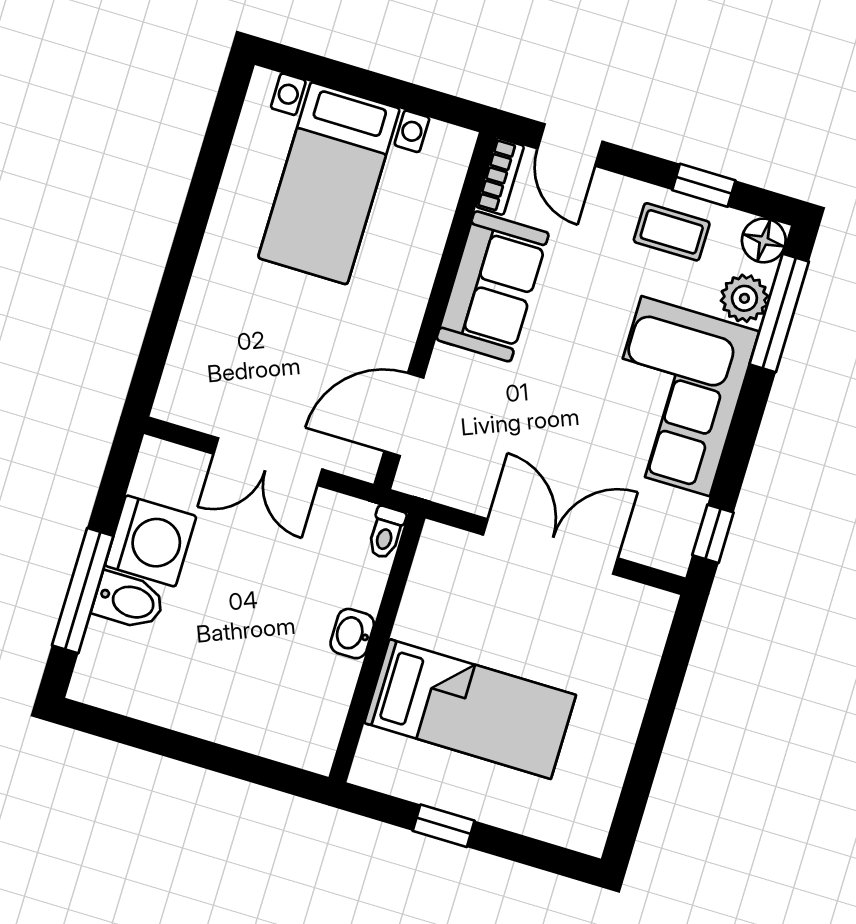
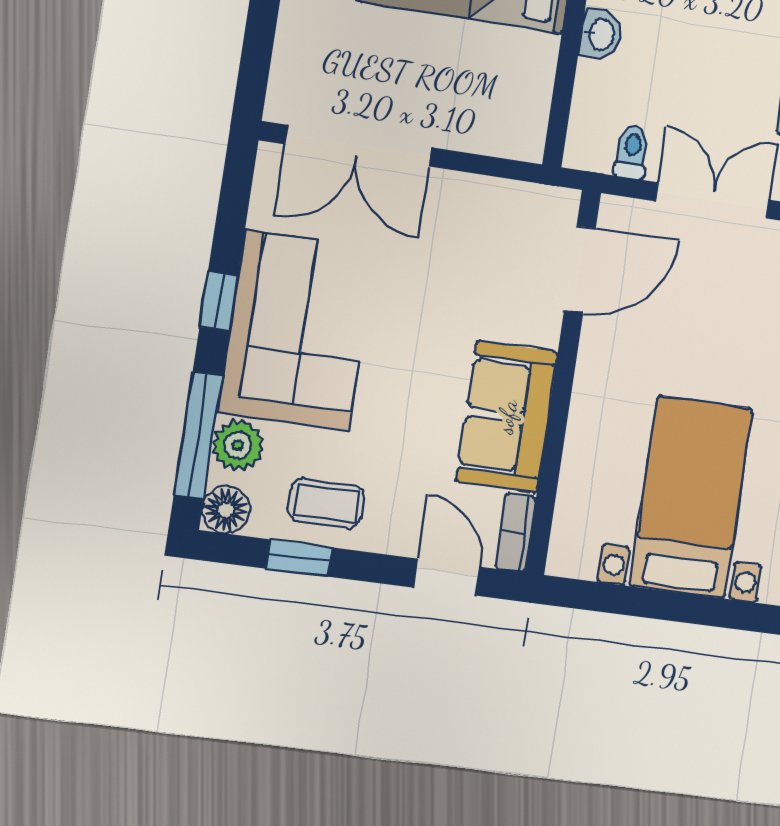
toilet: (386, 533) -> (632, 152), moved
window: (713, 534) -> (219, 301), moved
double door: (550, 546) -> (358, 146), moved

